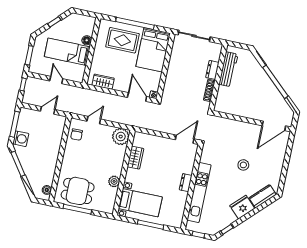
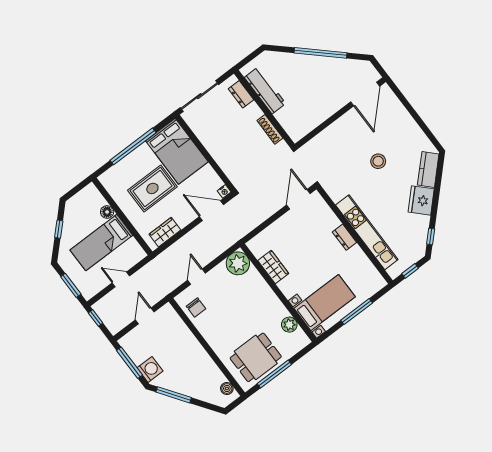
rug: (122, 40) -> (152, 188), moved
dresser: (212, 70) -> (241, 94), moved
plant: (114, 181) -> (289, 325), moved

